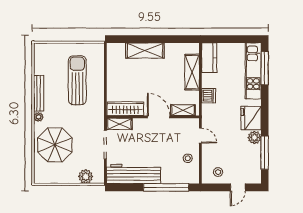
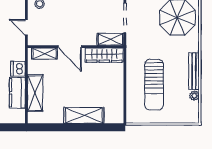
kitchen counter: (209, 58) -> (17, 93), moved
plant: (38, 117) -> (194, 96), moved

